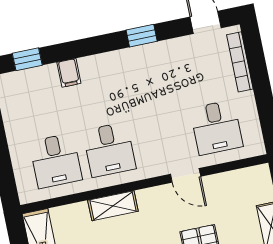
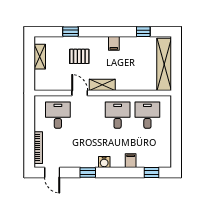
water cooler: (116, 60) -> (104, 162), added
shelving: (113, 206) -> (102, 85), moved

